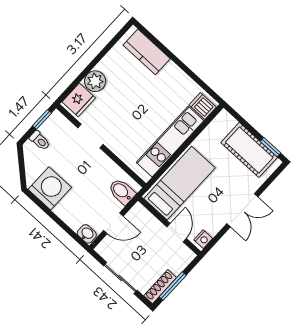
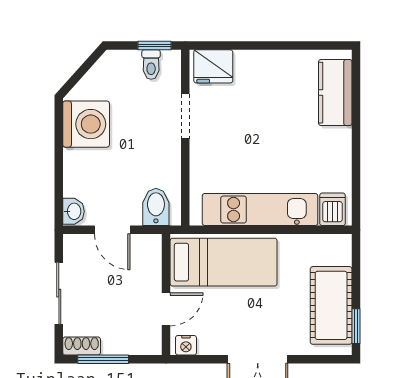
plant: (95, 81) -> (251, 65), removed
toilet: (40, 141) -> (151, 65), moved
shoe rack: (160, 287) -> (82, 346), width x0.70

